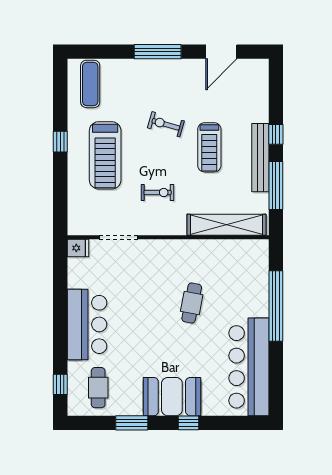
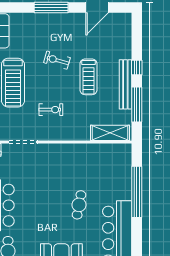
shelving: (226, 225) -> (110, 133), width x0.68
cafe table: (192, 303) -> (79, 205), moved

